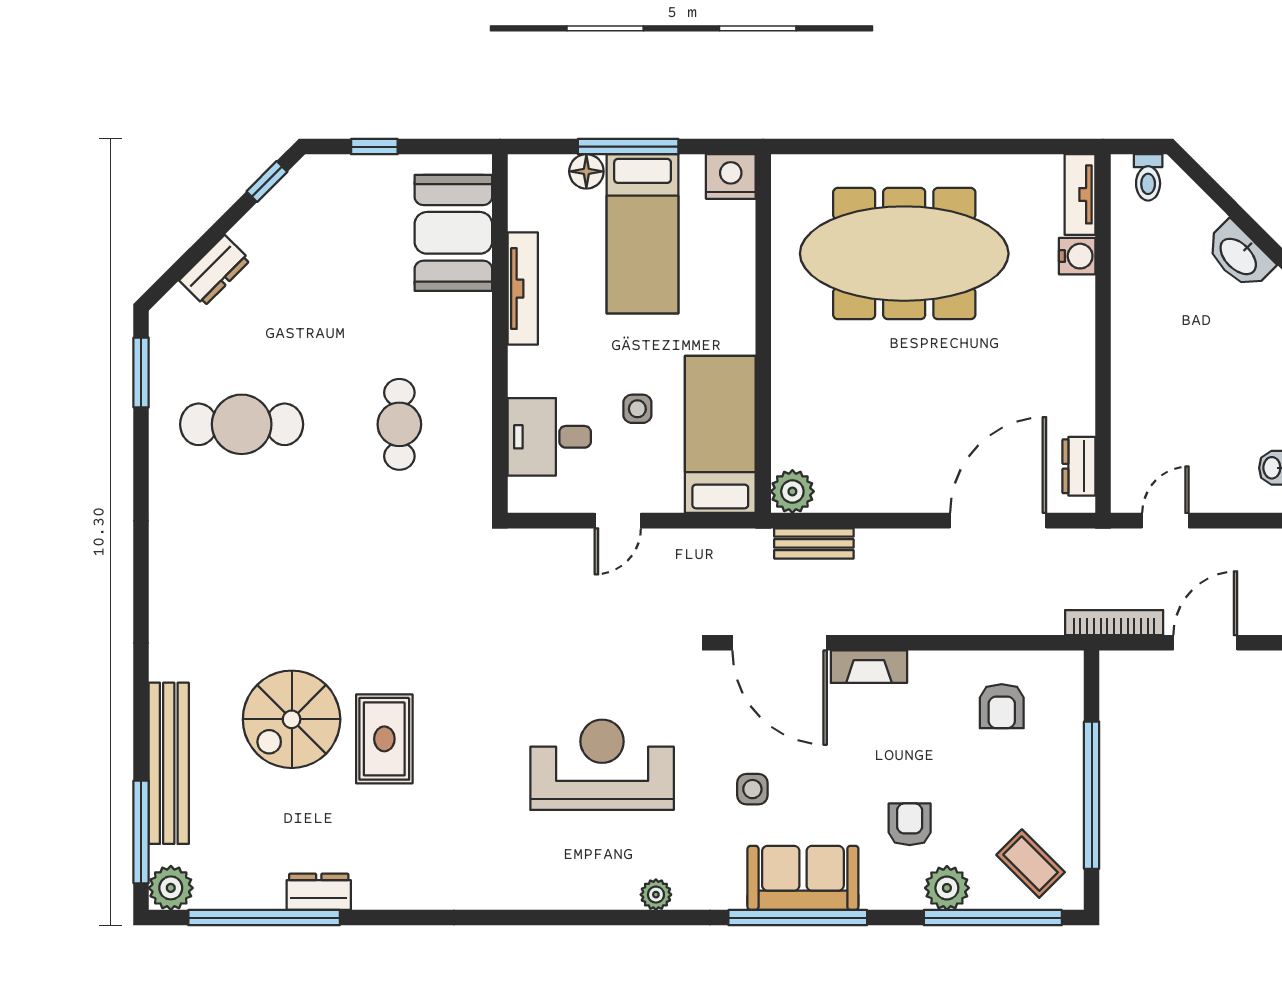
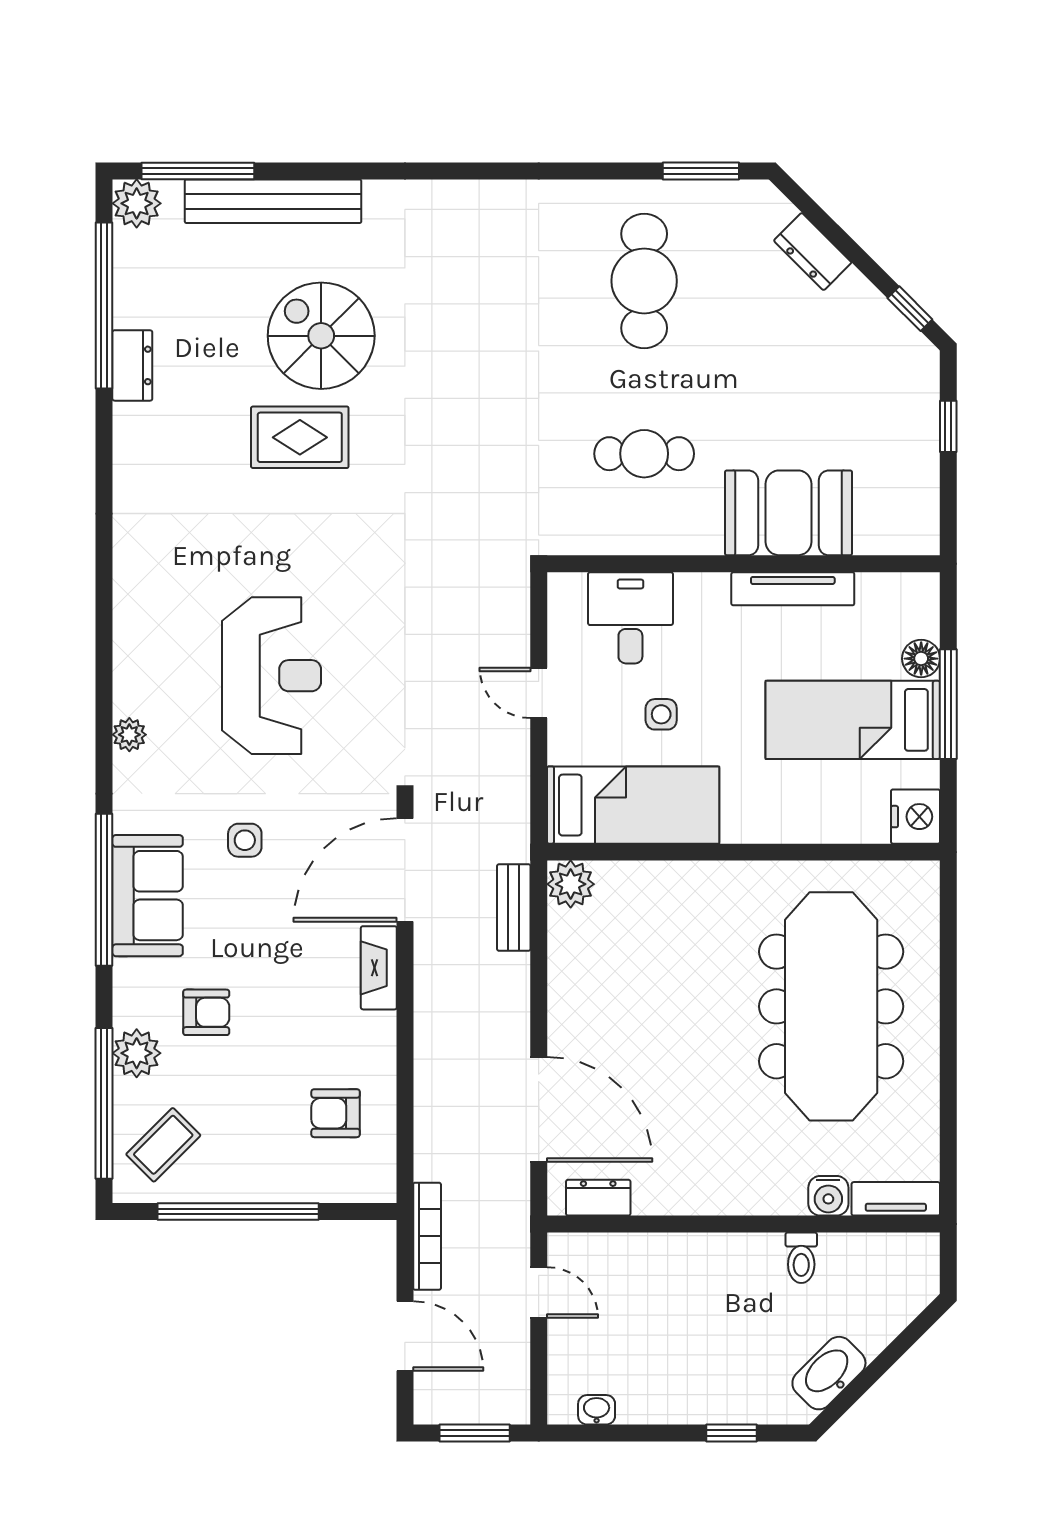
toilet: (1148, 177) -> (801, 1258), moved, turned -90
booth: (453, 233) -> (788, 513), moved

